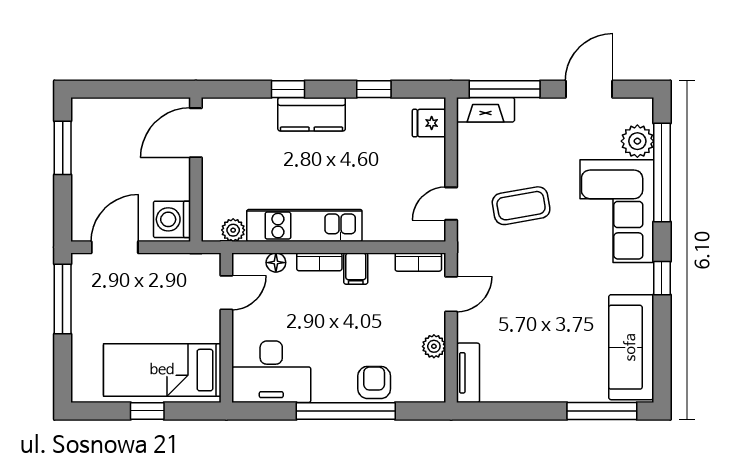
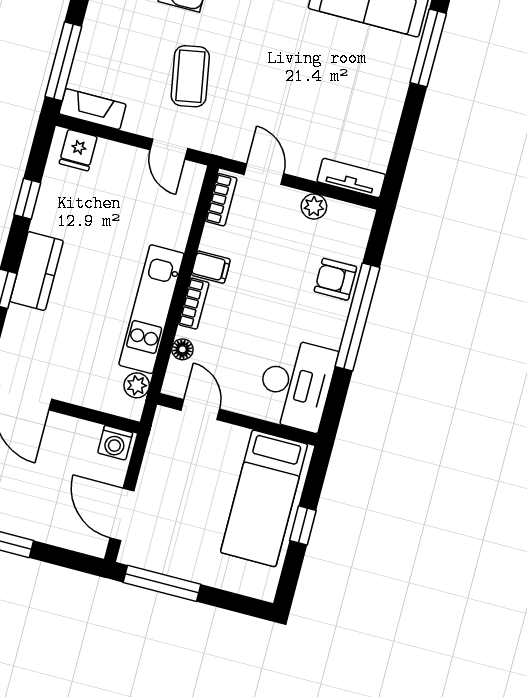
fireplace: (485, 110) -> (93, 109), moved, turned -90
washing machine: (172, 219) -> (115, 443), width x0.73, depth x0.73

